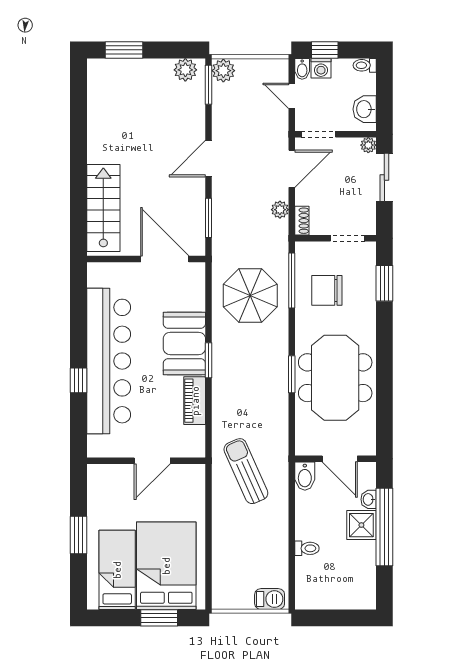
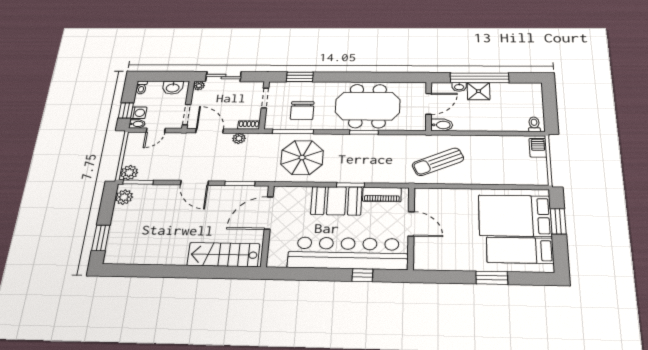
wall: (146, 461) -> (411, 228), moved
door: (152, 461) -> (411, 224), moved
toilet: (307, 548) -> (534, 124), moved

